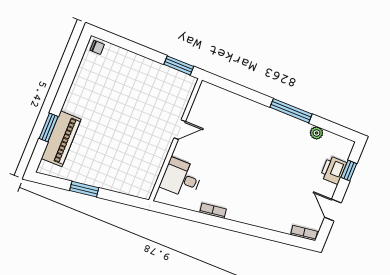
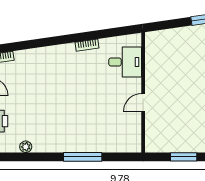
window: (179, 65) -> (184, 157), moved
window: (291, 111) -> (83, 157), moved

